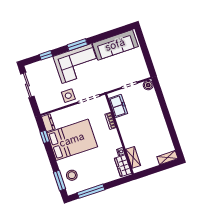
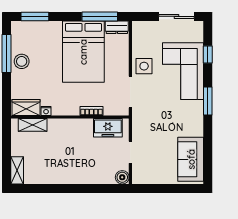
sofa: (115, 45) -> (191, 159), width x0.73
corner sofa: (77, 63) -> (183, 71), moved
window: (45, 137) -> (100, 16), width x2.17
stool: (72, 175) -> (22, 61), moved

